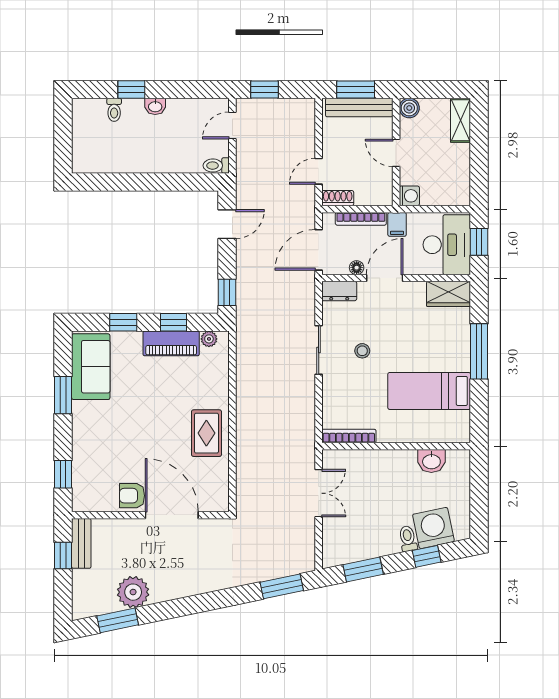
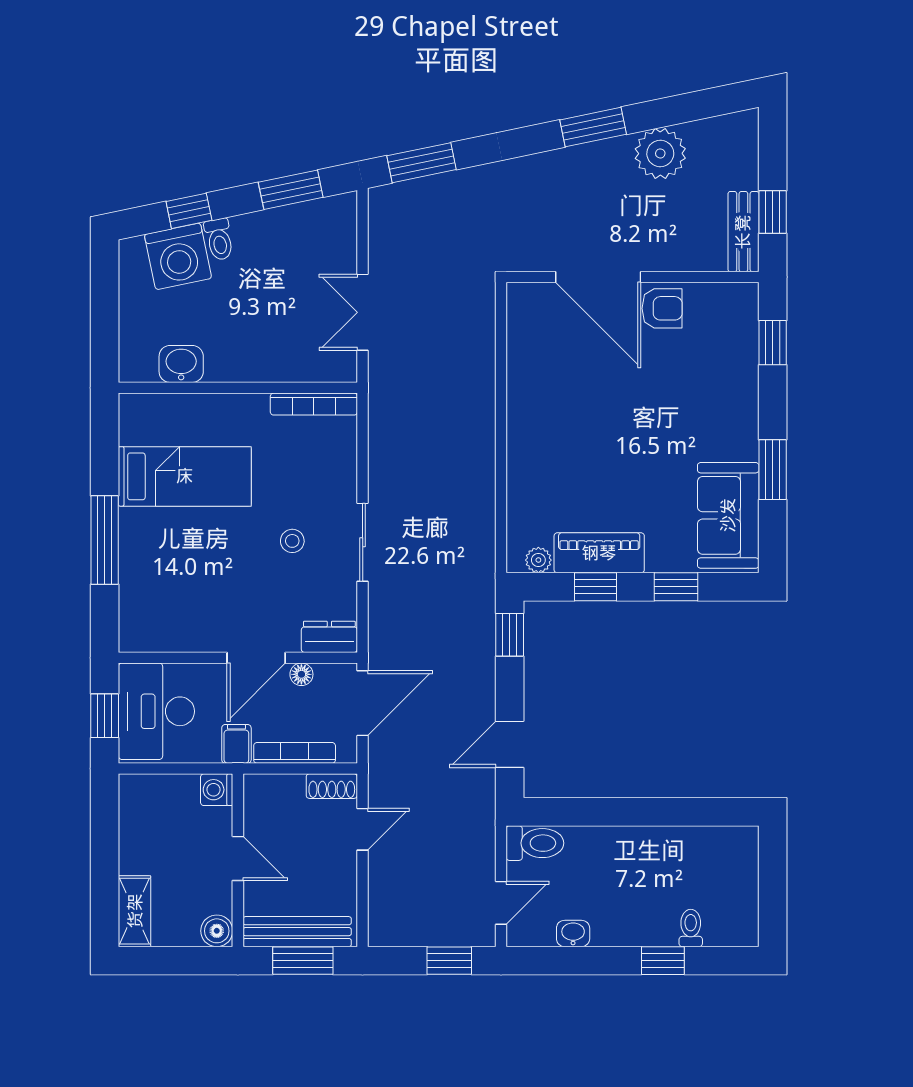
washbasin: (155, 106) -> (573, 933), moved
toilet: (216, 166) -> (535, 843), width x1.37, depth x1.39
wardrobe: (449, 294) -> (154, 632), removed
rug: (206, 433) -> (542, 409), removed
window: (118, 620) -> (593, 127), moved

